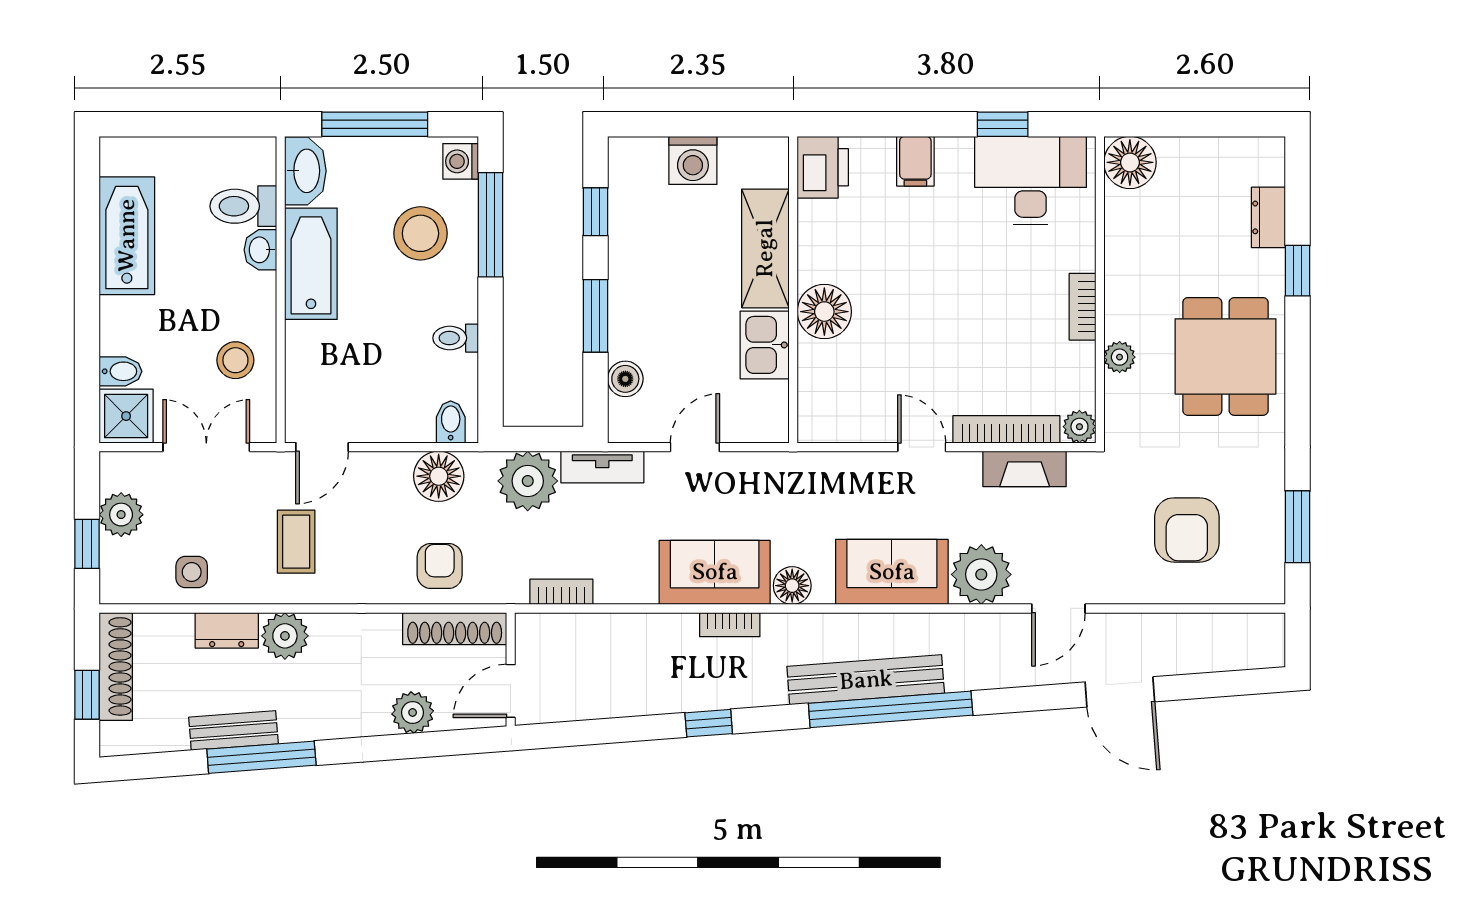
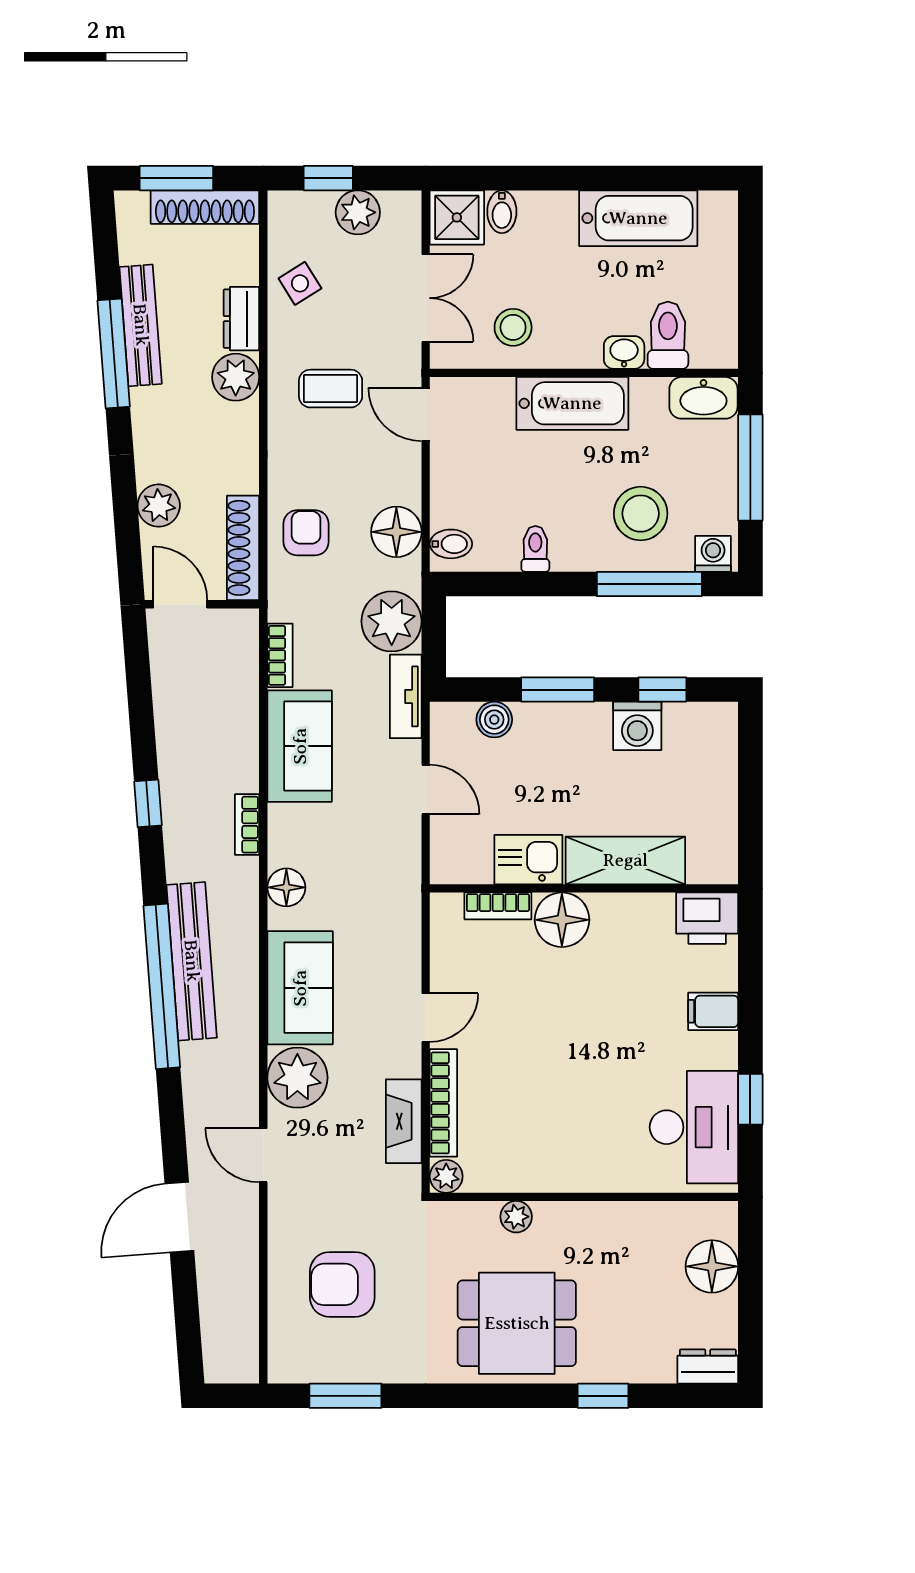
washing machine: (693, 160) -> (637, 726), moved, turned -90
floor lamp: (1130, 162) -> (712, 1266), moved
dresser: (1268, 217) -> (708, 1366), moved
bathtub: (311, 264) -> (572, 403), moved
bookcase: (1082, 307) -> (498, 906), moved, turned 180
armchair: (440, 566) -> (306, 533), turned -90
side table: (192, 572) -> (300, 283), turned -32
sofa: (715, 572) -> (300, 746), moved
window: (87, 695) -> (176, 178), width x1.50
bench: (233, 731) -> (141, 325), width x1.36

